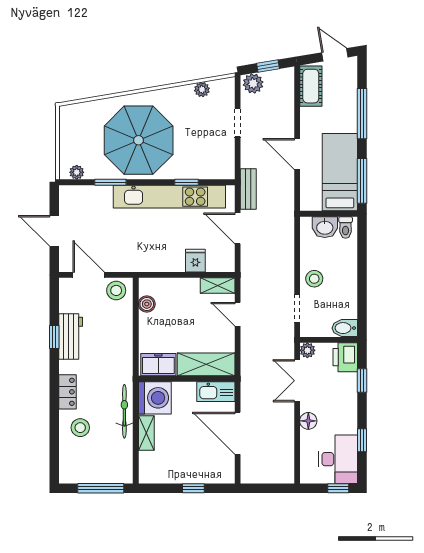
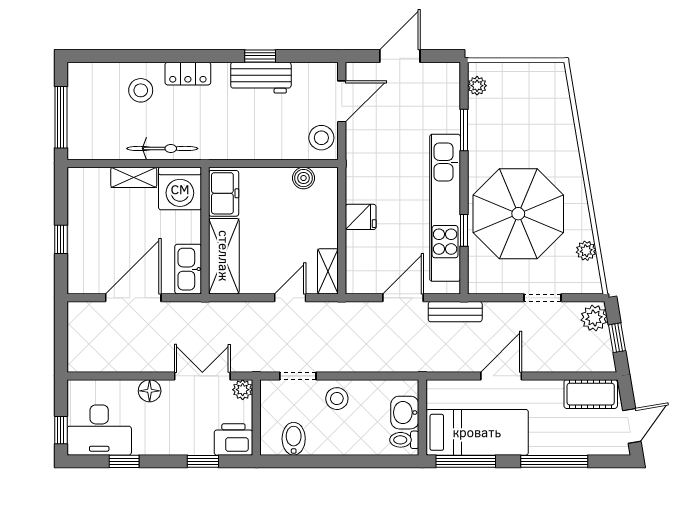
parasol: (139, 140) -> (518, 214), moved
fridge: (195, 261) -> (361, 217), moved
bidet: (345, 328) -> (294, 439), moved

